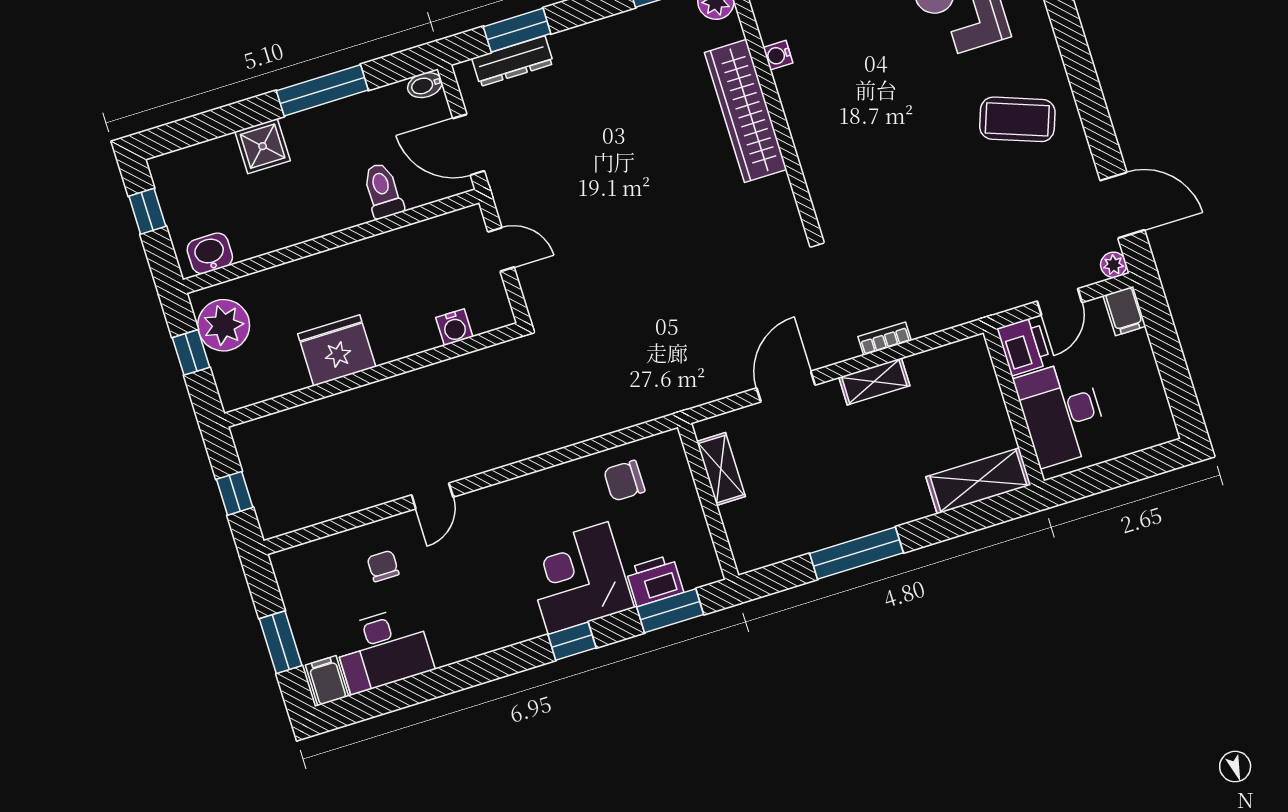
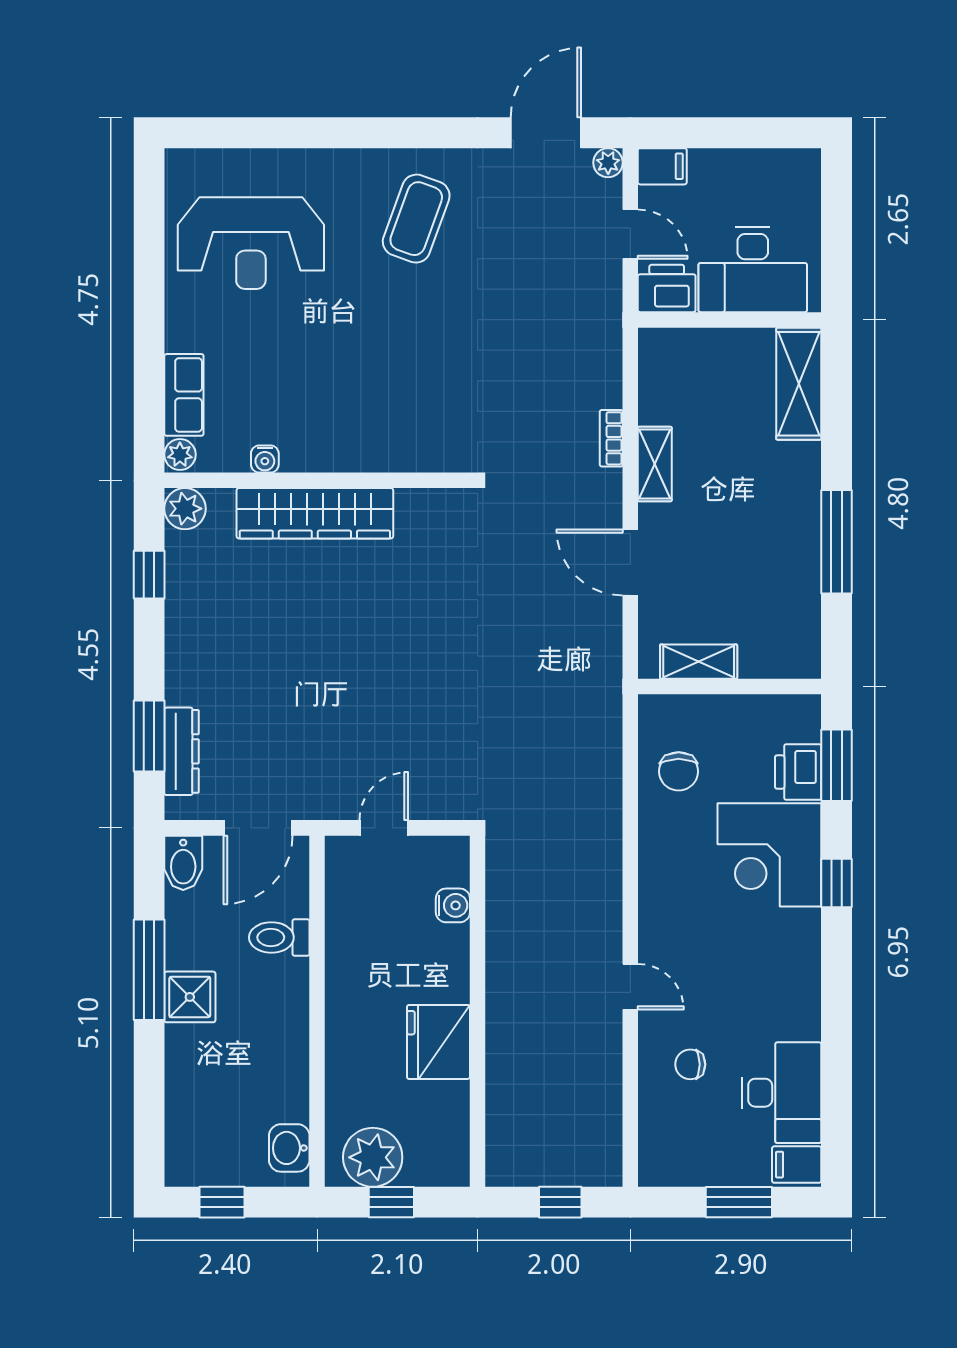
bidet: (425, 85) -> (183, 863), width x1.38, depth x1.36
shower: (263, 146) -> (190, 997), moved

